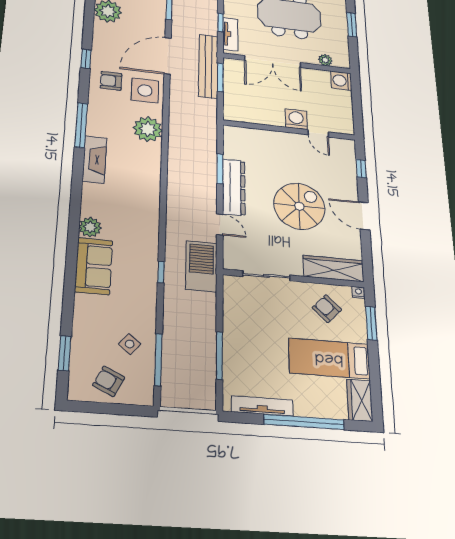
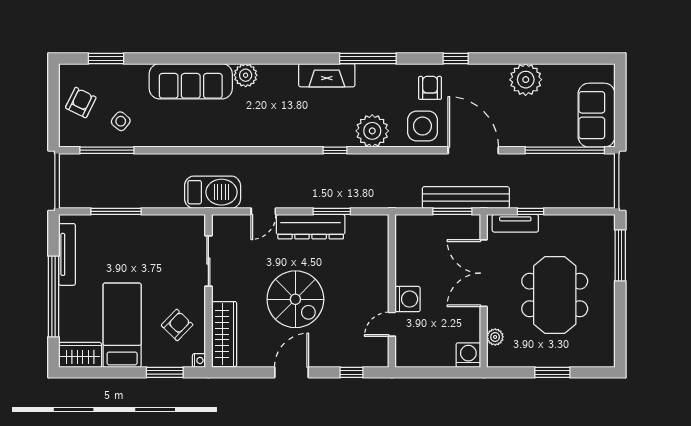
sofa: (94, 266) -> (191, 81), width x1.36
window: (161, 272) -> (335, 150), moved

